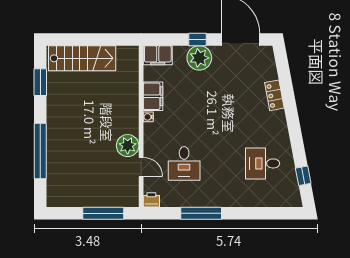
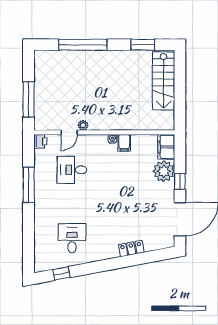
plant: (199, 58) -> (164, 171), moved
filing cabinet: (153, 96) -> (124, 143), width x0.50
plant: (128, 146) -> (83, 125), width x0.53, depth x0.53

